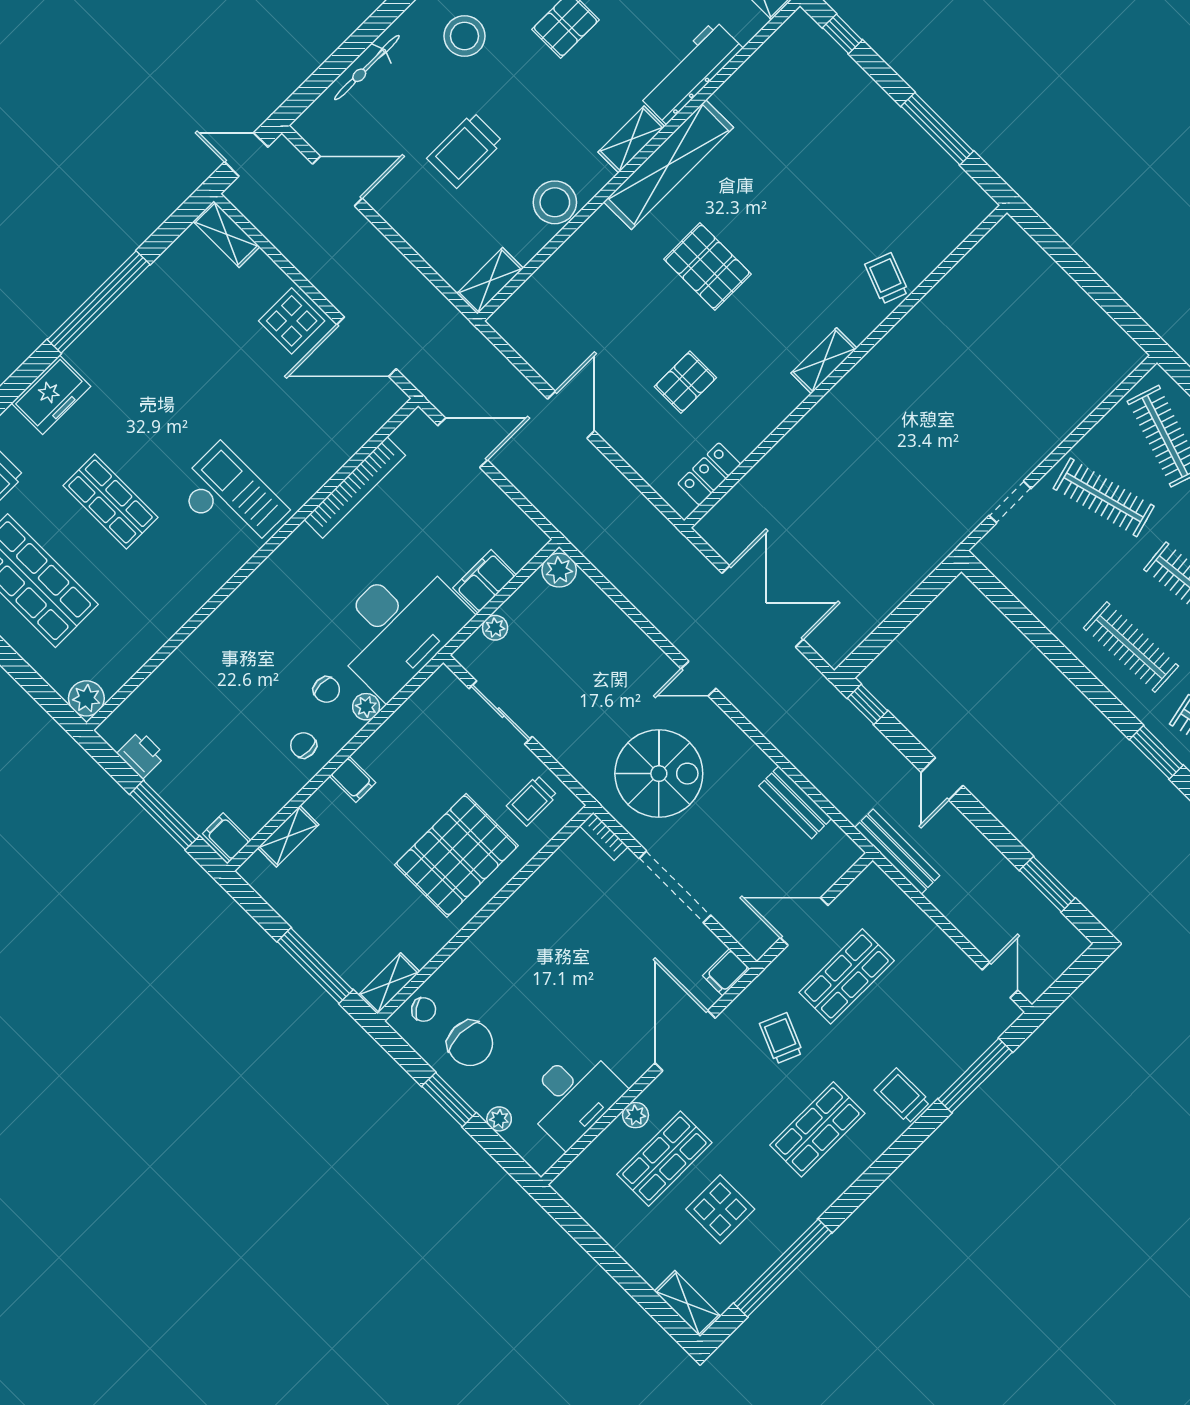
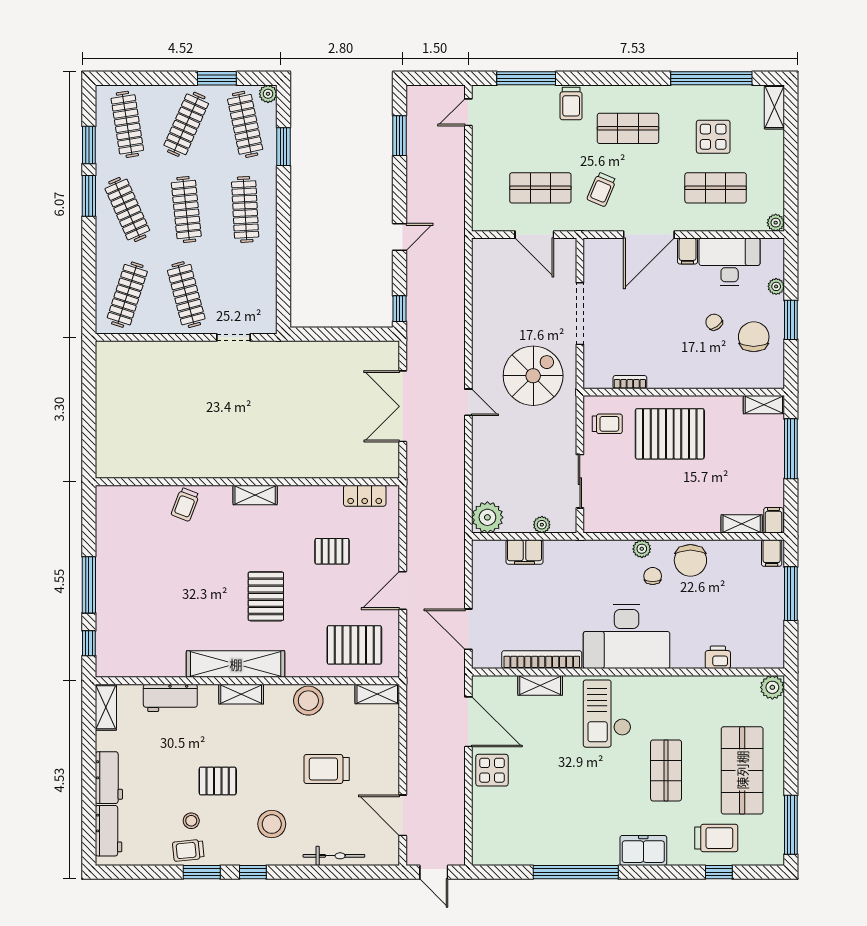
workbench: (691, 72) -> (170, 698), width x0.73
window: (937, 129) -> (89, 585), moved
trolley: (465, 150) -> (327, 769), turned 180
shelving: (226, 234) -> (540, 685), moved, turned 90
pallet: (565, 308) -> (354, 645), added
plant: (559, 570) -> (487, 517), width x1.36, depth x1.36
desk: (398, 626) -> (627, 636), moved, turned 180
chair: (303, 745) -> (690, 560), width x1.87, depth x1.87
printer: (141, 755) -> (718, 657), moved, turned 90
spiral stairs: (659, 774) -> (533, 376), turned 90
filing cabinet: (353, 779) -> (773, 520), moved
bench: (795, 802) -> (481, 296), removed
bookcase: (604, 836) -> (630, 382), moved, turned -90
bench: (897, 852) -> (456, 224), removed
filing cabinet: (726, 972) -> (688, 251), moved, turned 90
chair: (424, 1009) -> (714, 322), moved
plant: (635, 1115) -> (776, 223), moved

